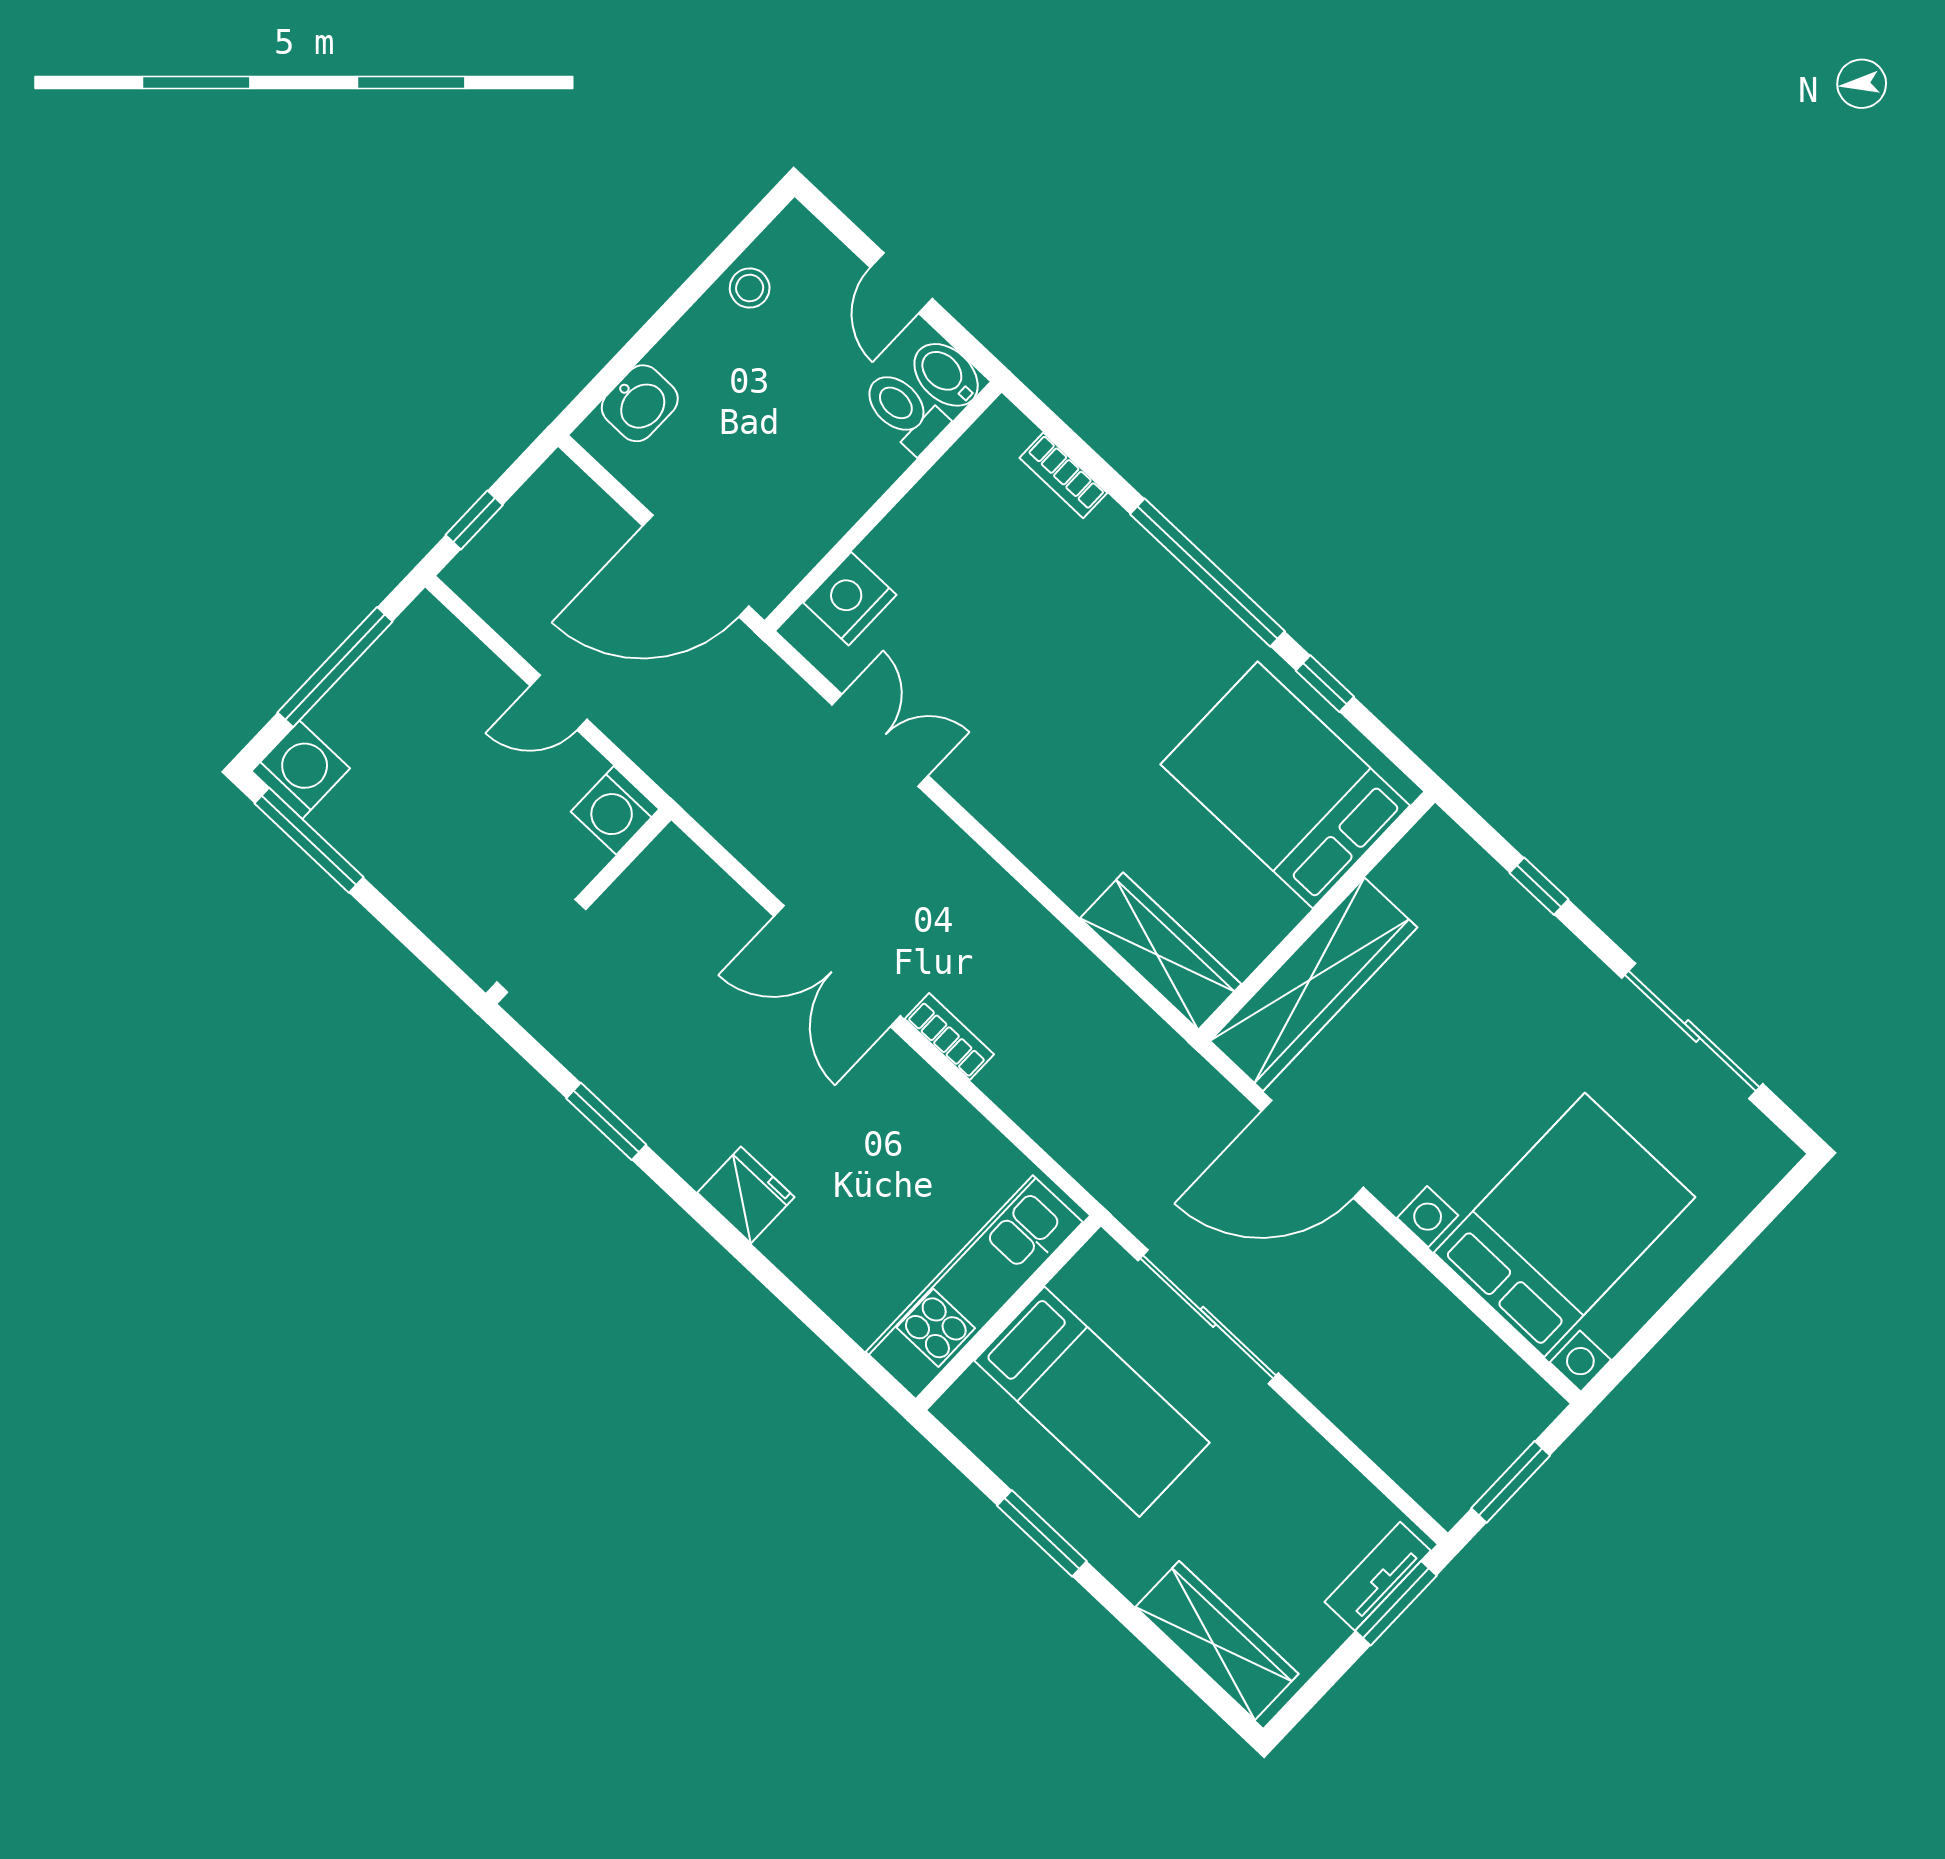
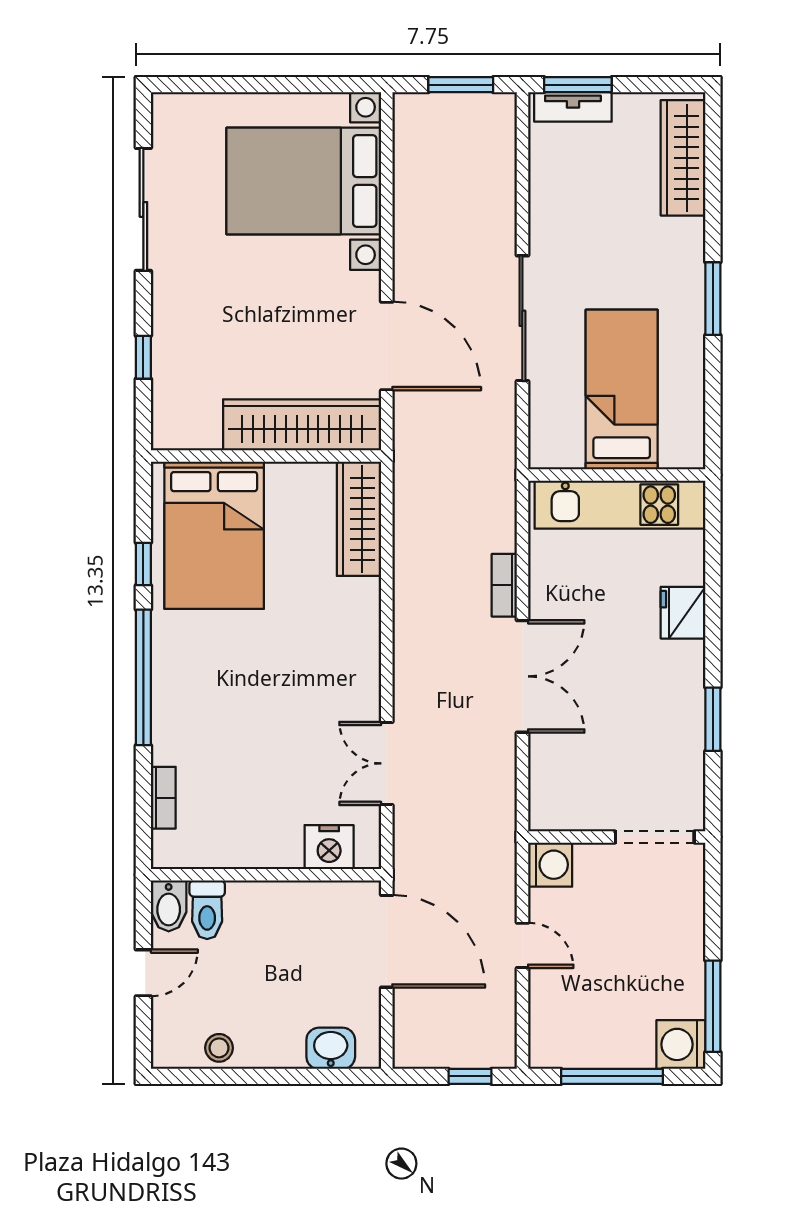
kitchen unit: (974, 1287) -> (620, 505), moved
wall: (1008, 1313) -> (617, 475), moved
bed: (1092, 1402) -> (622, 389), moved

